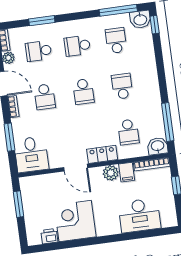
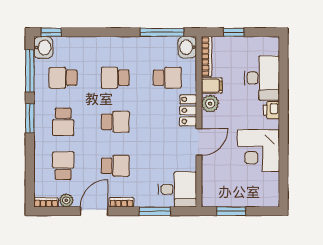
window: (42, 21) -> (30, 118), moved
school desk: (39, 51) -> (63, 166), turned 180
printer: (49, 236) -> (272, 110), moved

